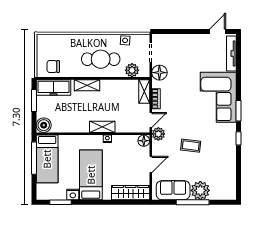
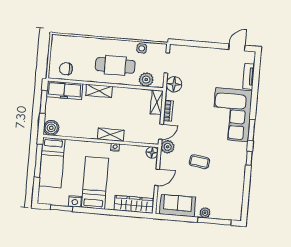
tv unit: (231, 54) -> (249, 76), width x0.71
plant: (200, 190) -> (205, 213), width x0.53, depth x0.53
window: (193, 202) -> (214, 221), moved

